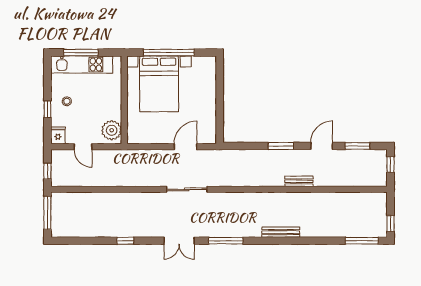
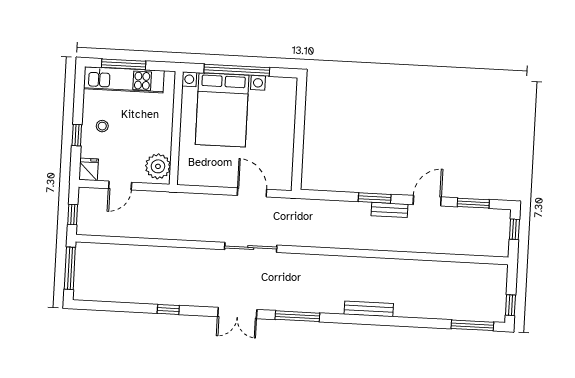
door: (83, 147) -> (120, 185), hinge flipped
door: (186, 147) -> (252, 192), hinge flipped
bench: (299, 181) -> (390, 210), moved

